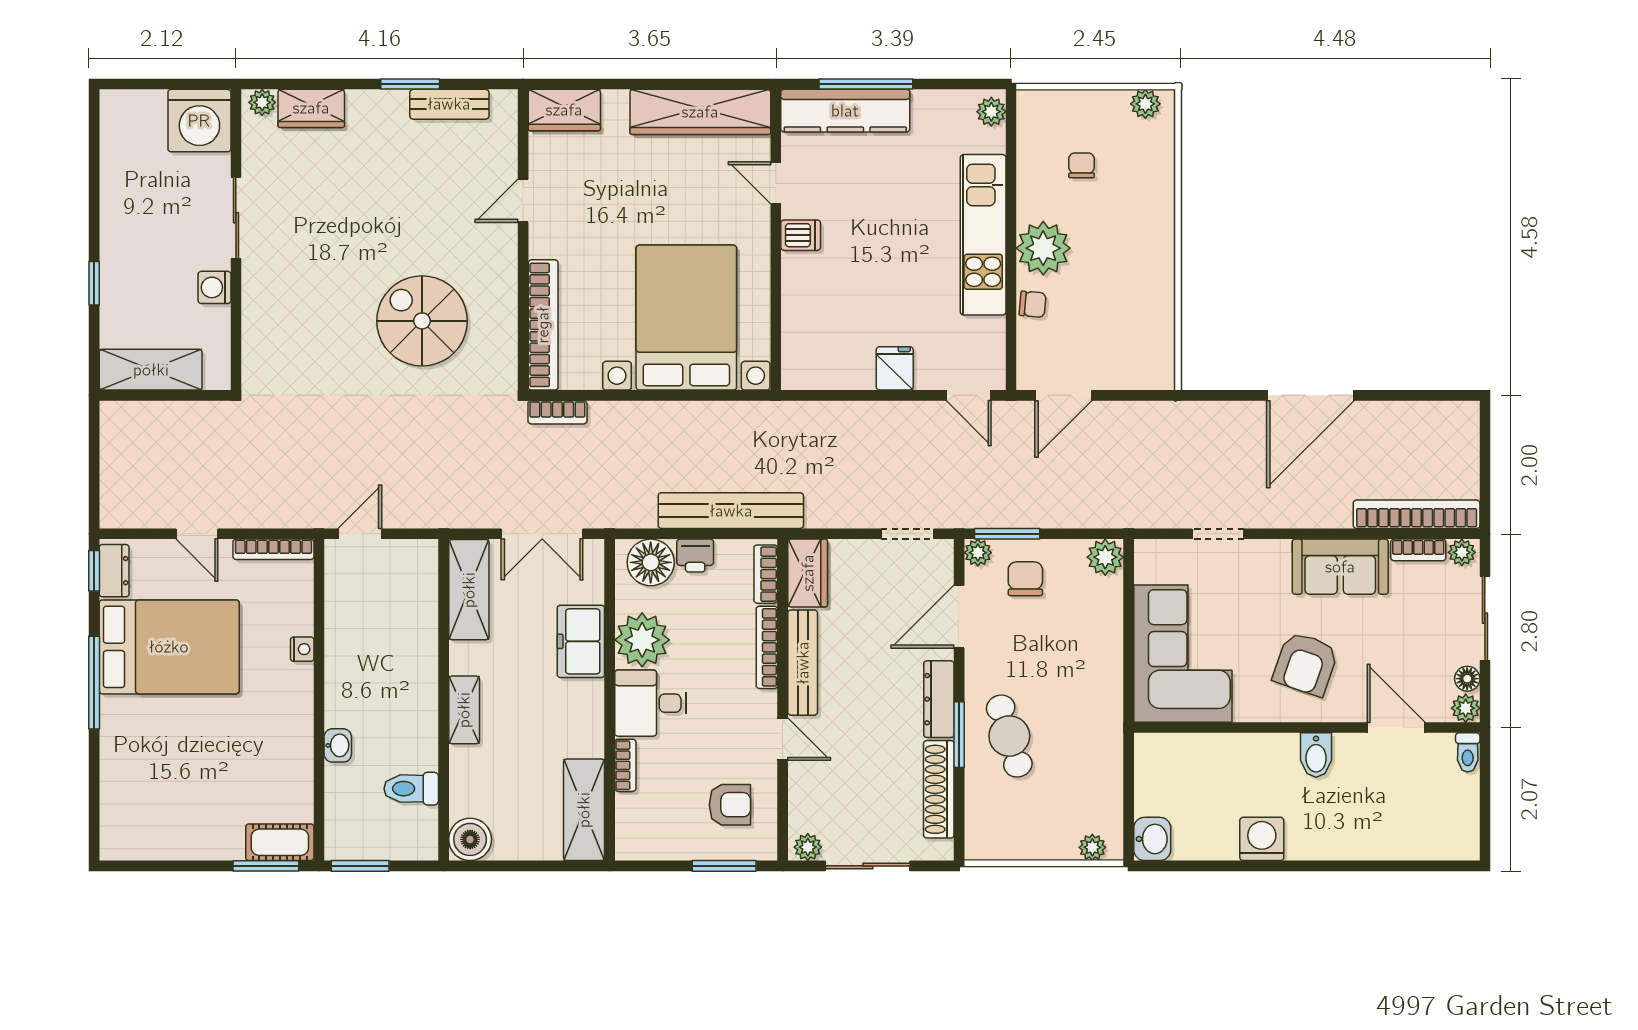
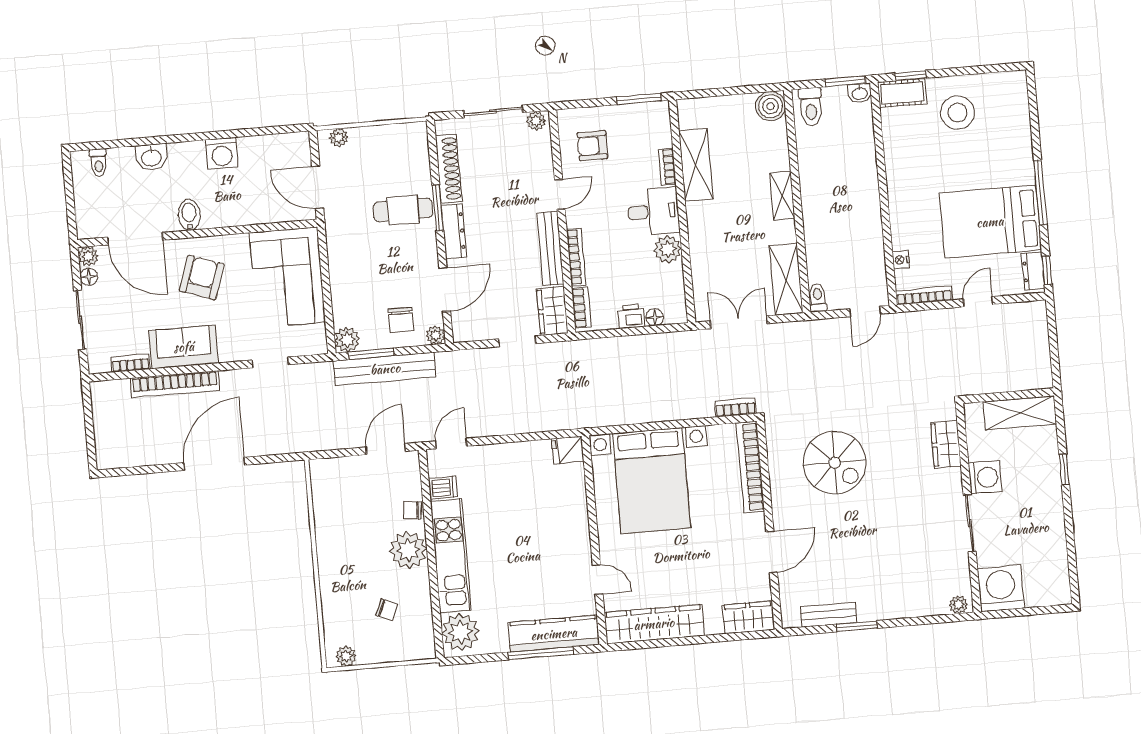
wardrobe: (311, 108) -> (946, 444), moved, turned -90
plant: (991, 112) -> (460, 632), width x1.87, depth x1.87
chair: (1082, 165) -> (387, 610), turned -67
door: (523, 201) -> (772, 552), width x1.38
dishwasher: (801, 235) -> (443, 488), moved, turned 180
washing machine: (215, 287) -> (985, 477), width x1.38, depth x1.38
fridge: (895, 368) -> (568, 450), moved, turned 90
door: (969, 395) -> (451, 444), hinge flipped
bench: (731, 511) -> (385, 369), moved
bookcase: (1417, 514) -> (175, 384), moved
door: (197, 534) -> (978, 302), hinge flipped
doorway: (907, 534) -> (517, 341), moved
window: (1007, 534) -> (371, 354), moved
plant: (1462, 552) -> (100, 364), removed
toilet: (426, 559) -> (818, 298), added
floor lamp: (651, 562) -> (655, 317), width x0.53, depth x0.53
plant: (642, 640) -> (668, 249), width x0.73, depth x0.73
freezer: (581, 641) -> (705, 250), removed
nightstand: (302, 649) -> (901, 260), moved
door: (1396, 728) -> (135, 239), width x1.36
cafe table: (1009, 736) -> (403, 210), turned -73
door: (783, 739) -> (560, 194), swing flipped
washbasin: (338, 745) -> (860, 93), moved, turned -90
toilet: (1468, 752) -> (99, 163), moved, turned 180
door: (1129, 779) -> (318, 187), added
toilet: (411, 789) -> (811, 107), moved, turned 90
stool: (203, 807) -> (957, 113), added
shelving: (584, 810) -> (696, 165), moved
washbasin: (1152, 839) -> (151, 157), moved, turned -90
window: (266, 866) -> (910, 76), width x0.67
window: (724, 866) -> (639, 99), moved

